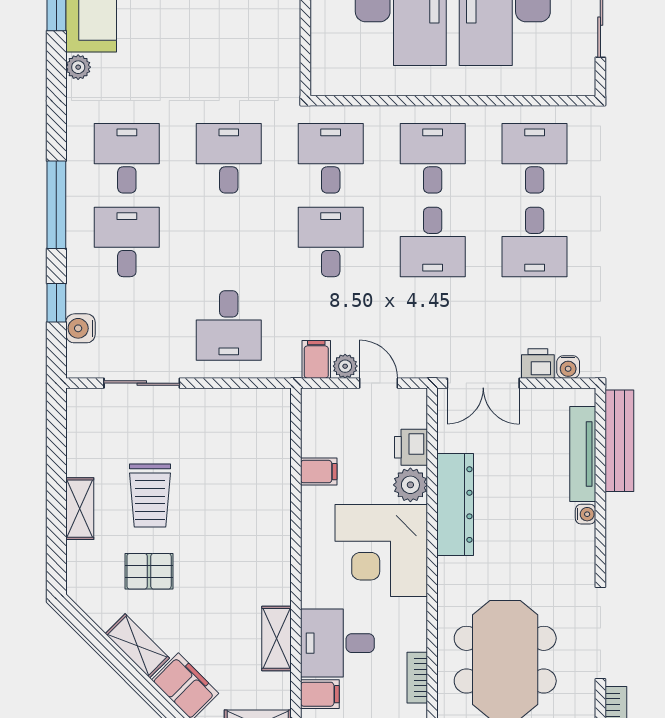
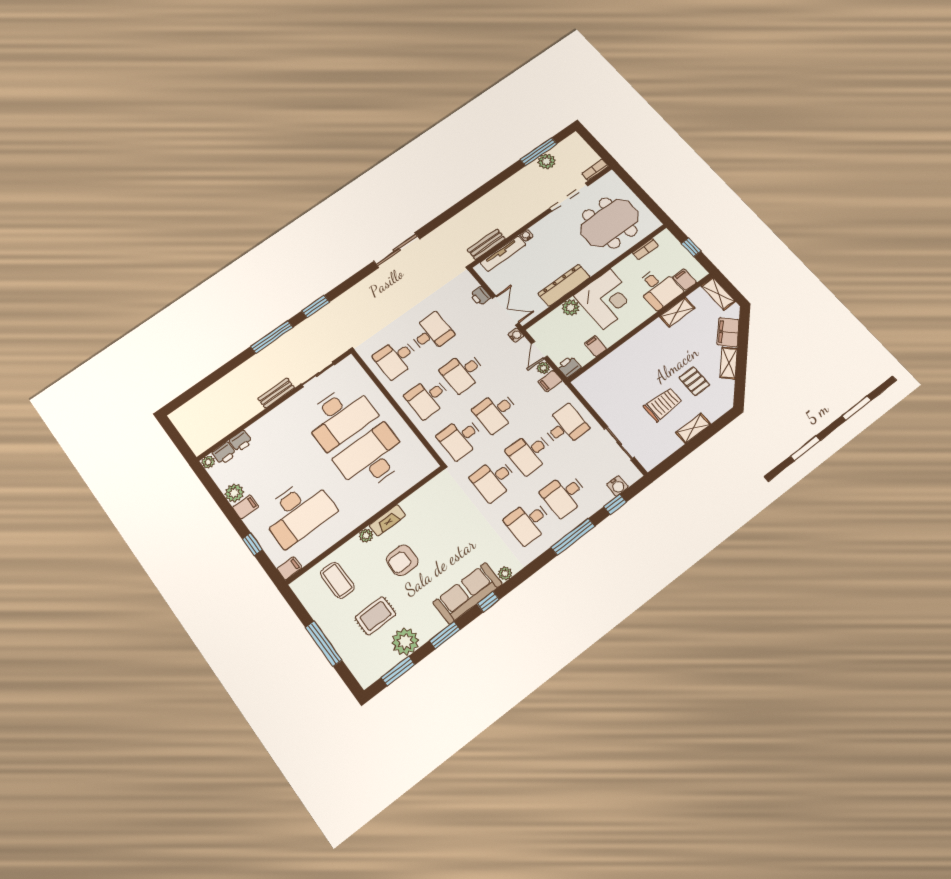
desk: (229, 242) -> (530, 453), added
desk: (433, 242) -> (463, 372), turned 180
water cooler: (568, 367) -> (516, 335), moved
bench: (619, 441) -> (486, 244), width x0.73
printer: (411, 447) -> (569, 367), moved, turned 180

